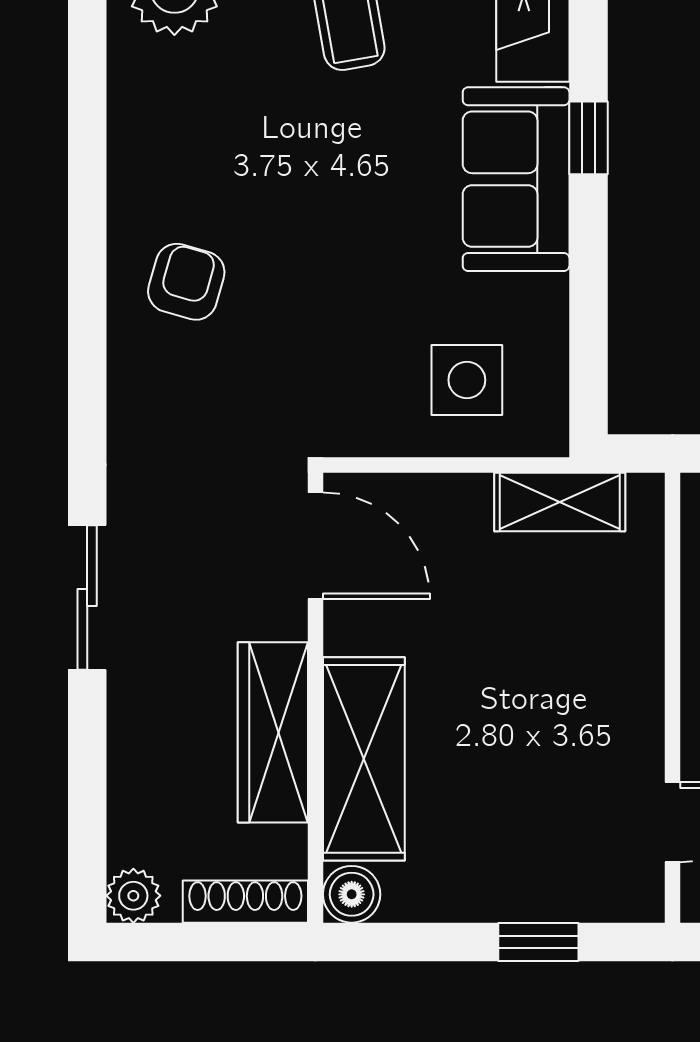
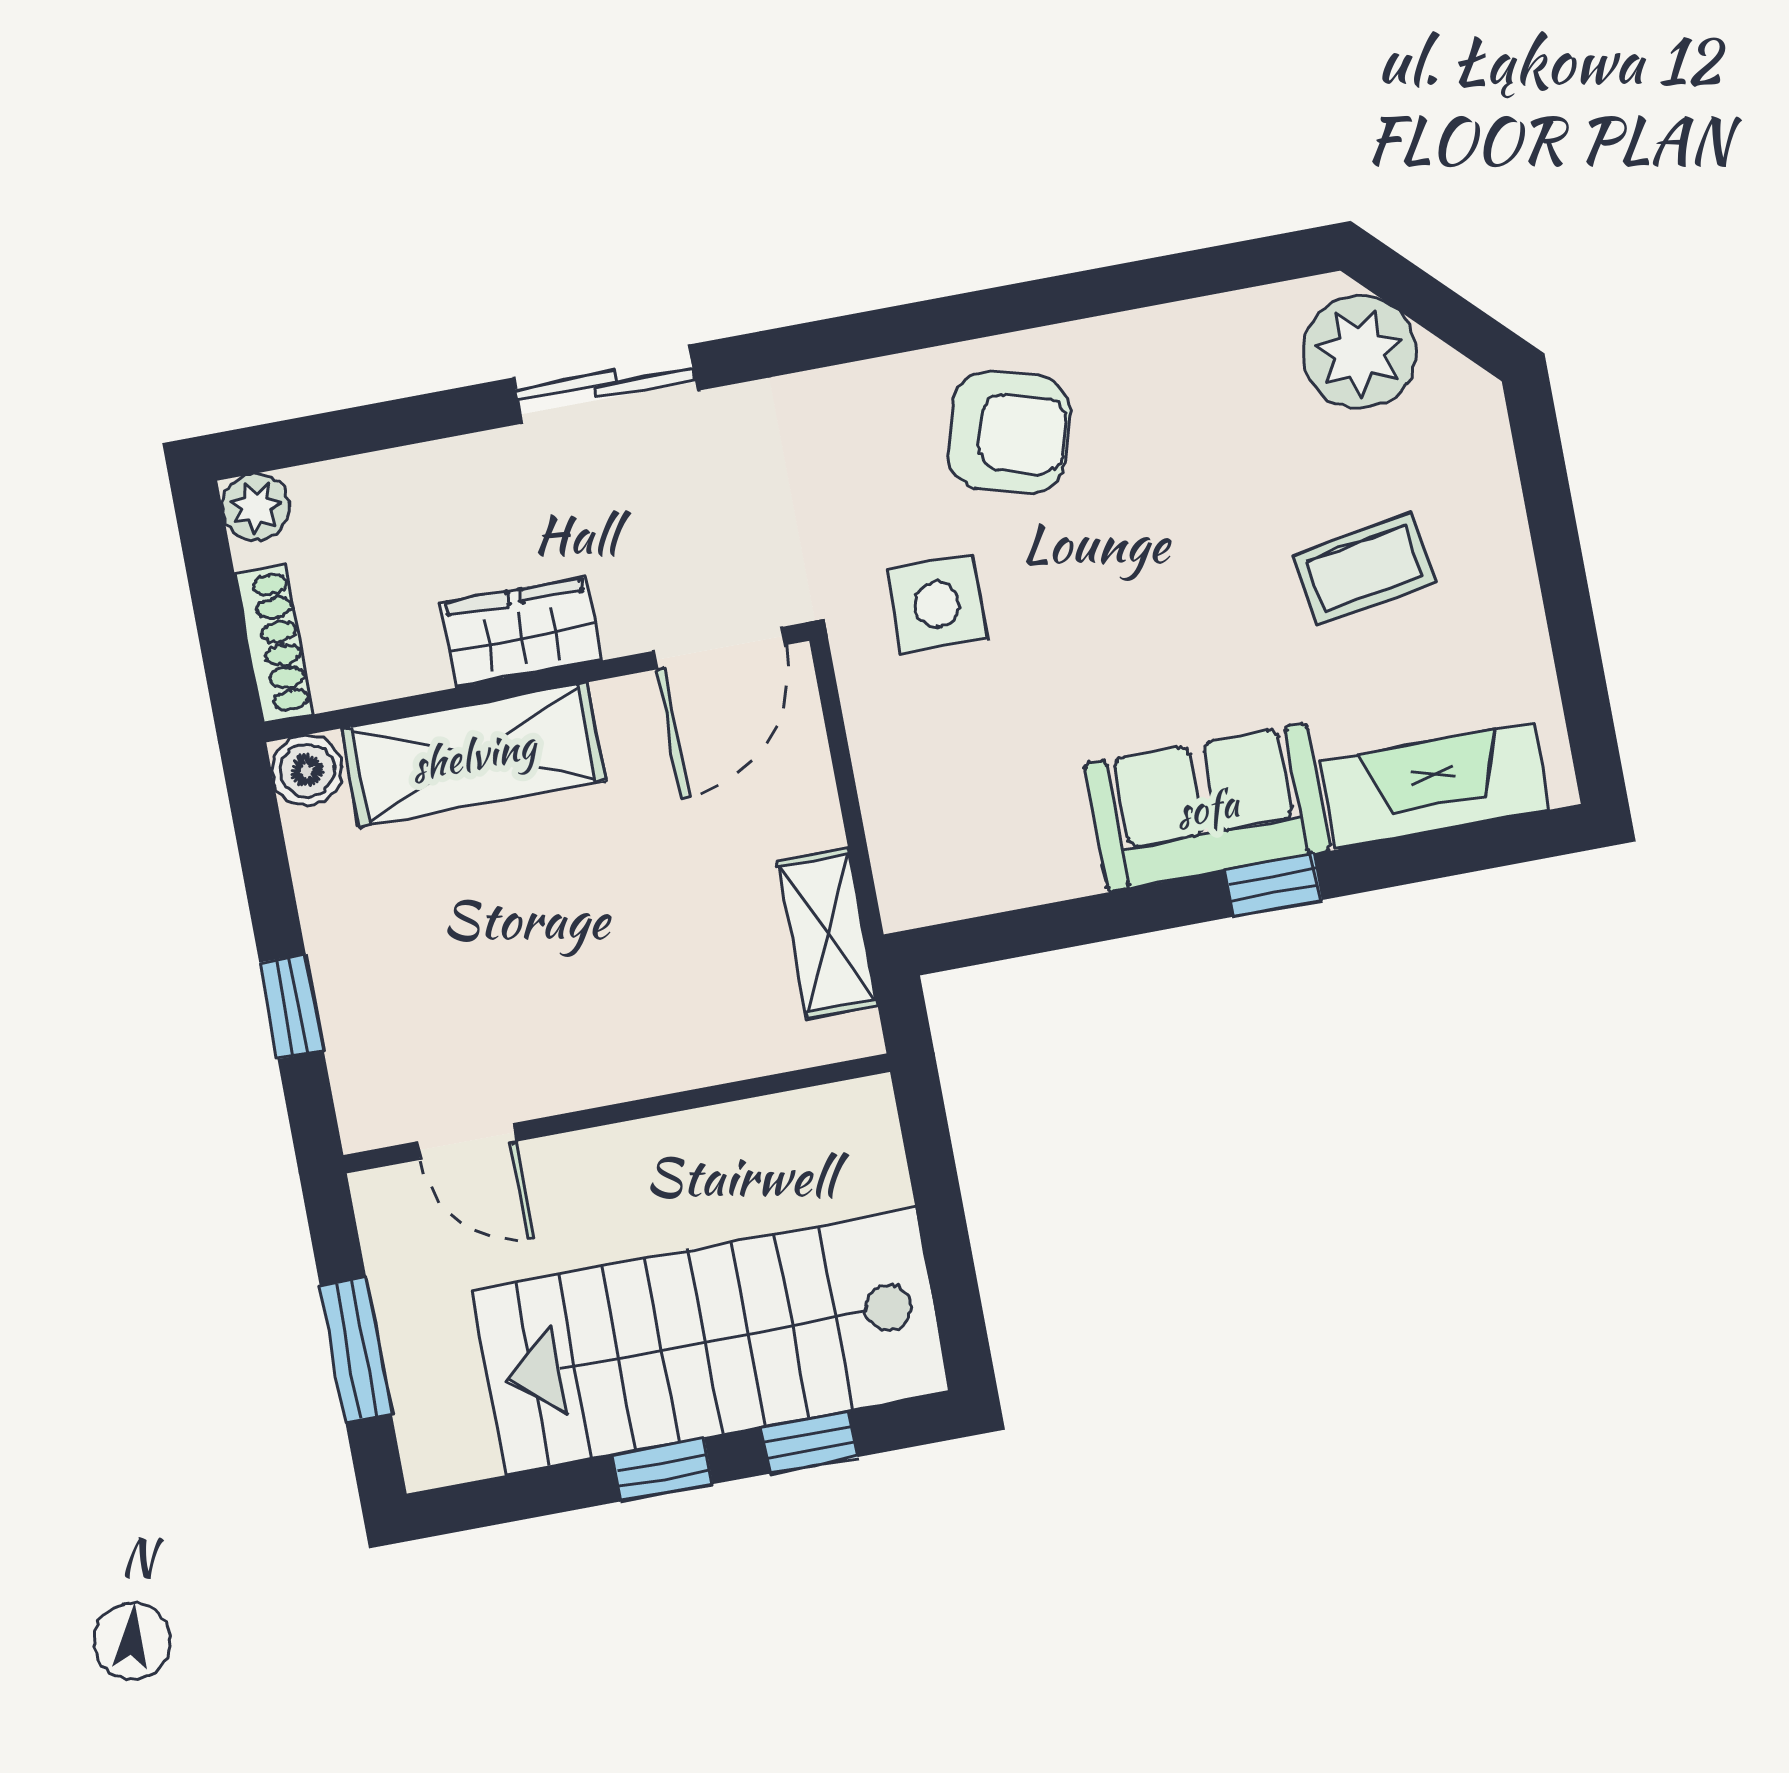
armchair: (186, 282) -> (1009, 433), width x1.38, depth x1.38
side table: (467, 380) -> (937, 604), moved
wardrobe: (273, 732) -> (521, 632), width x0.67

